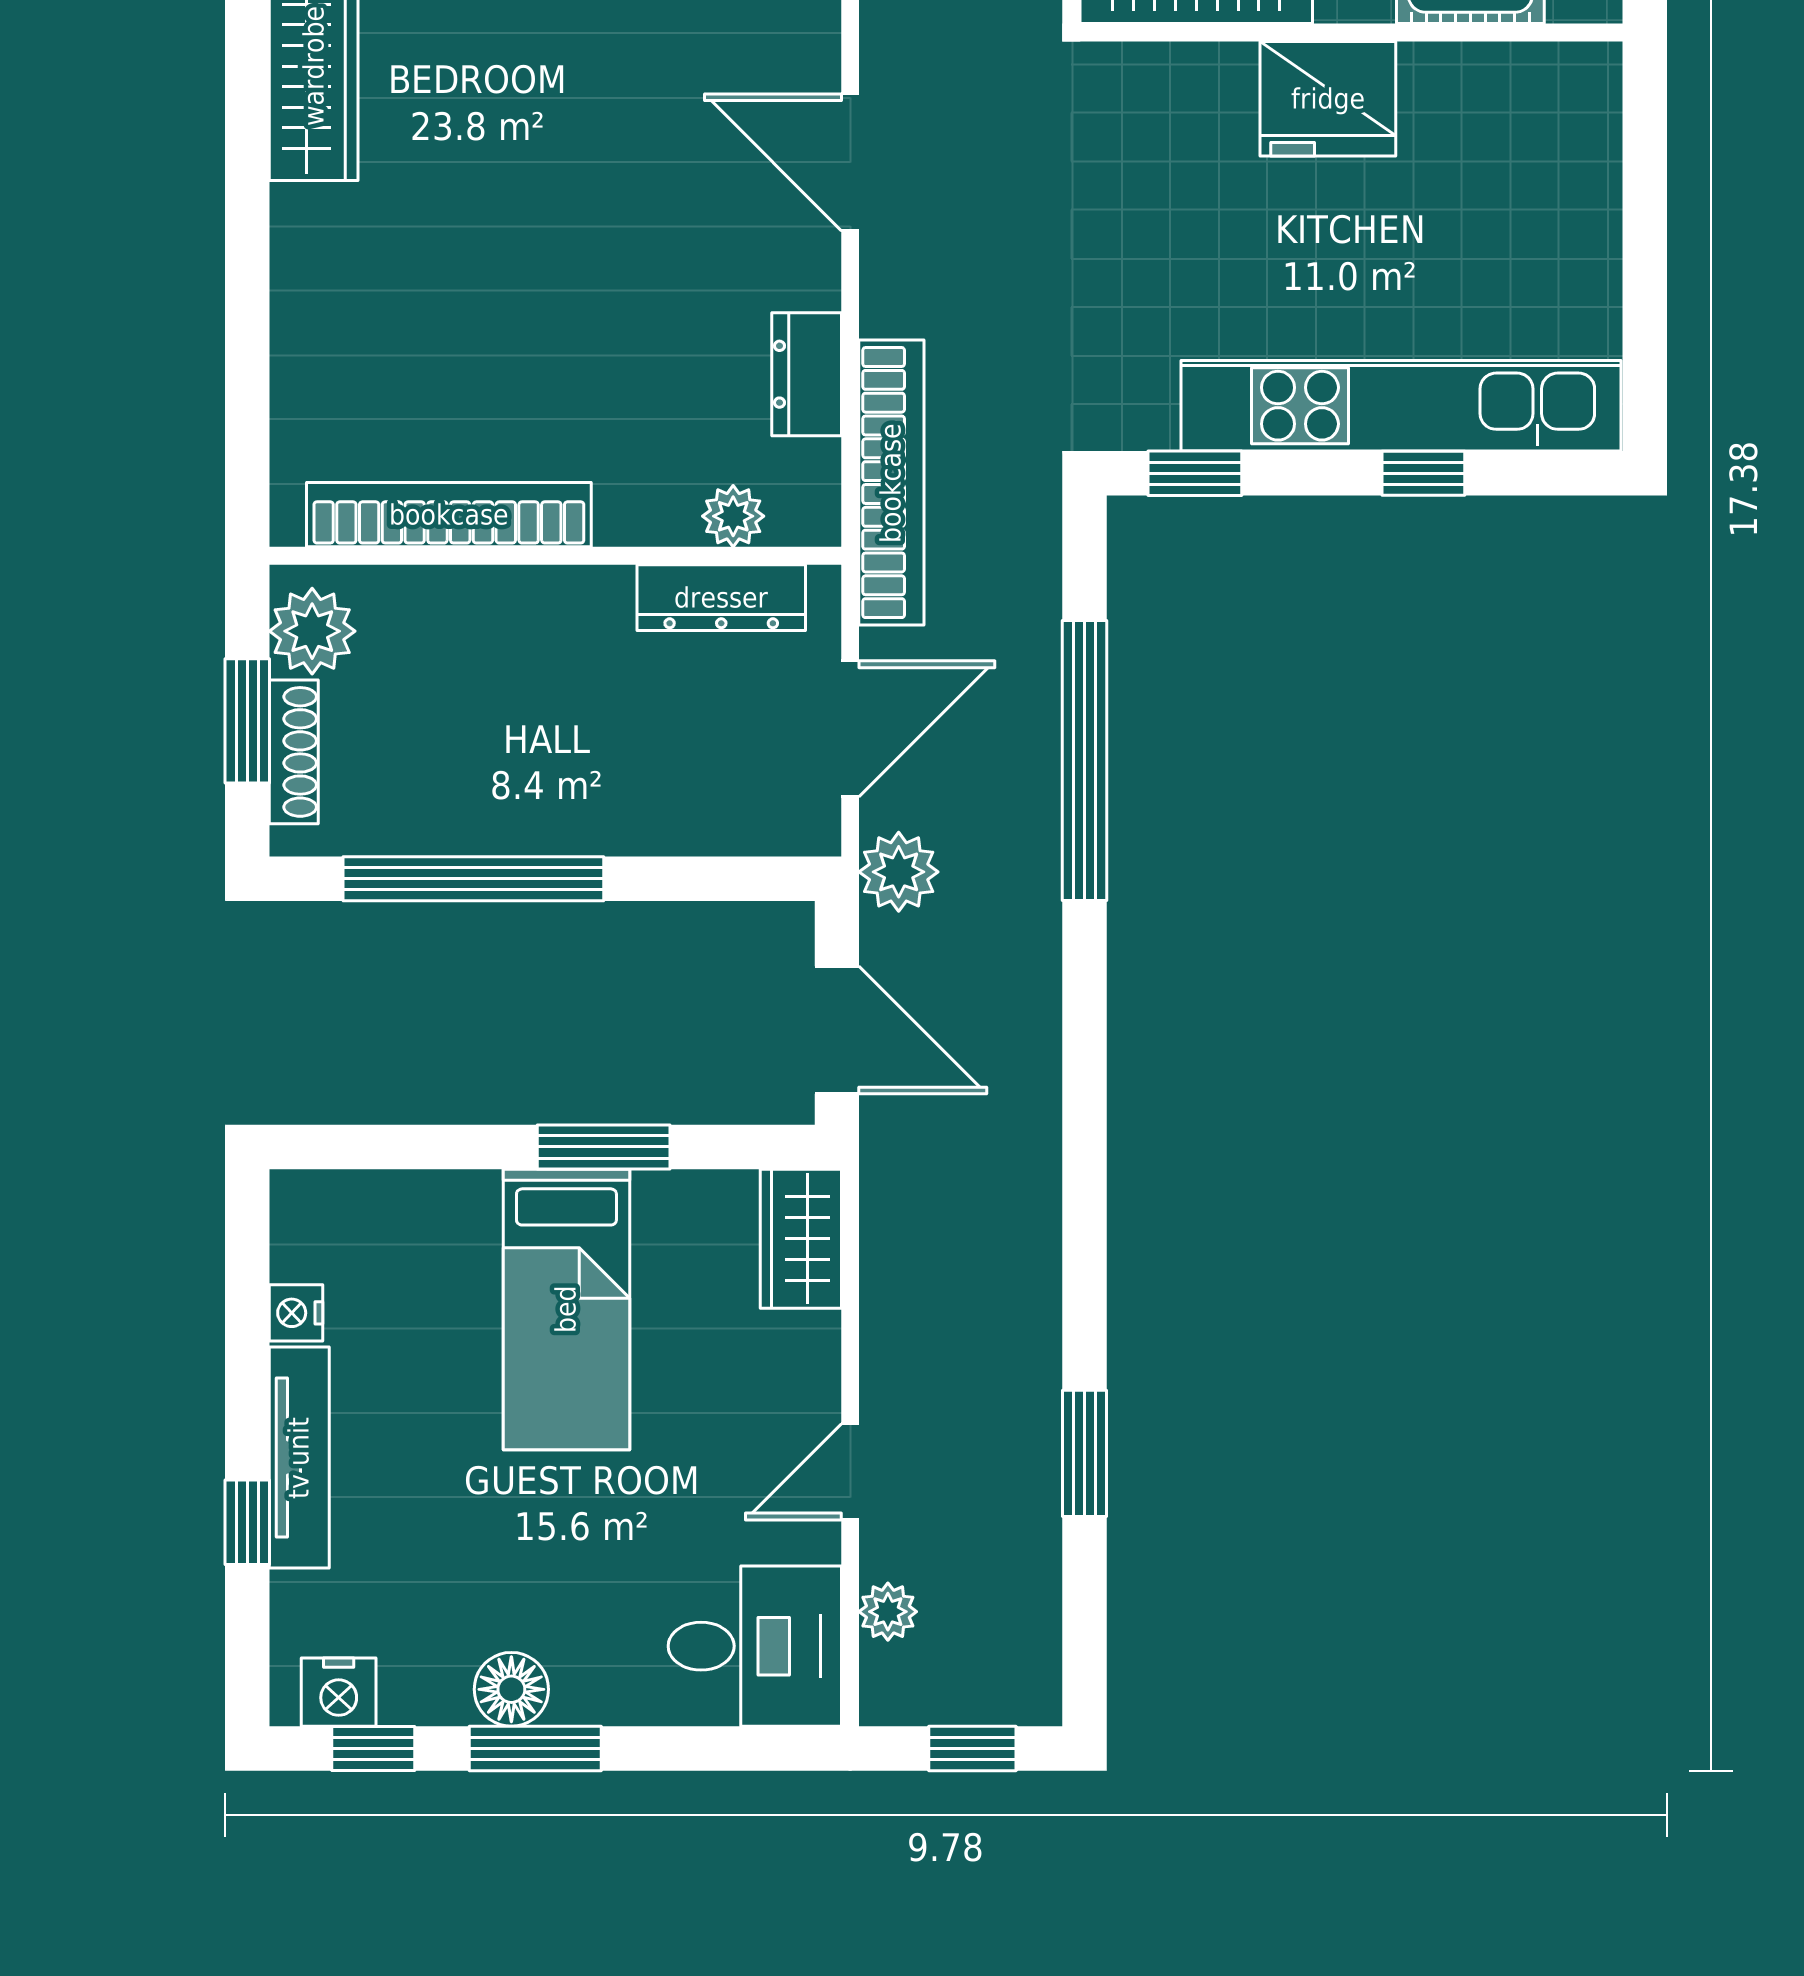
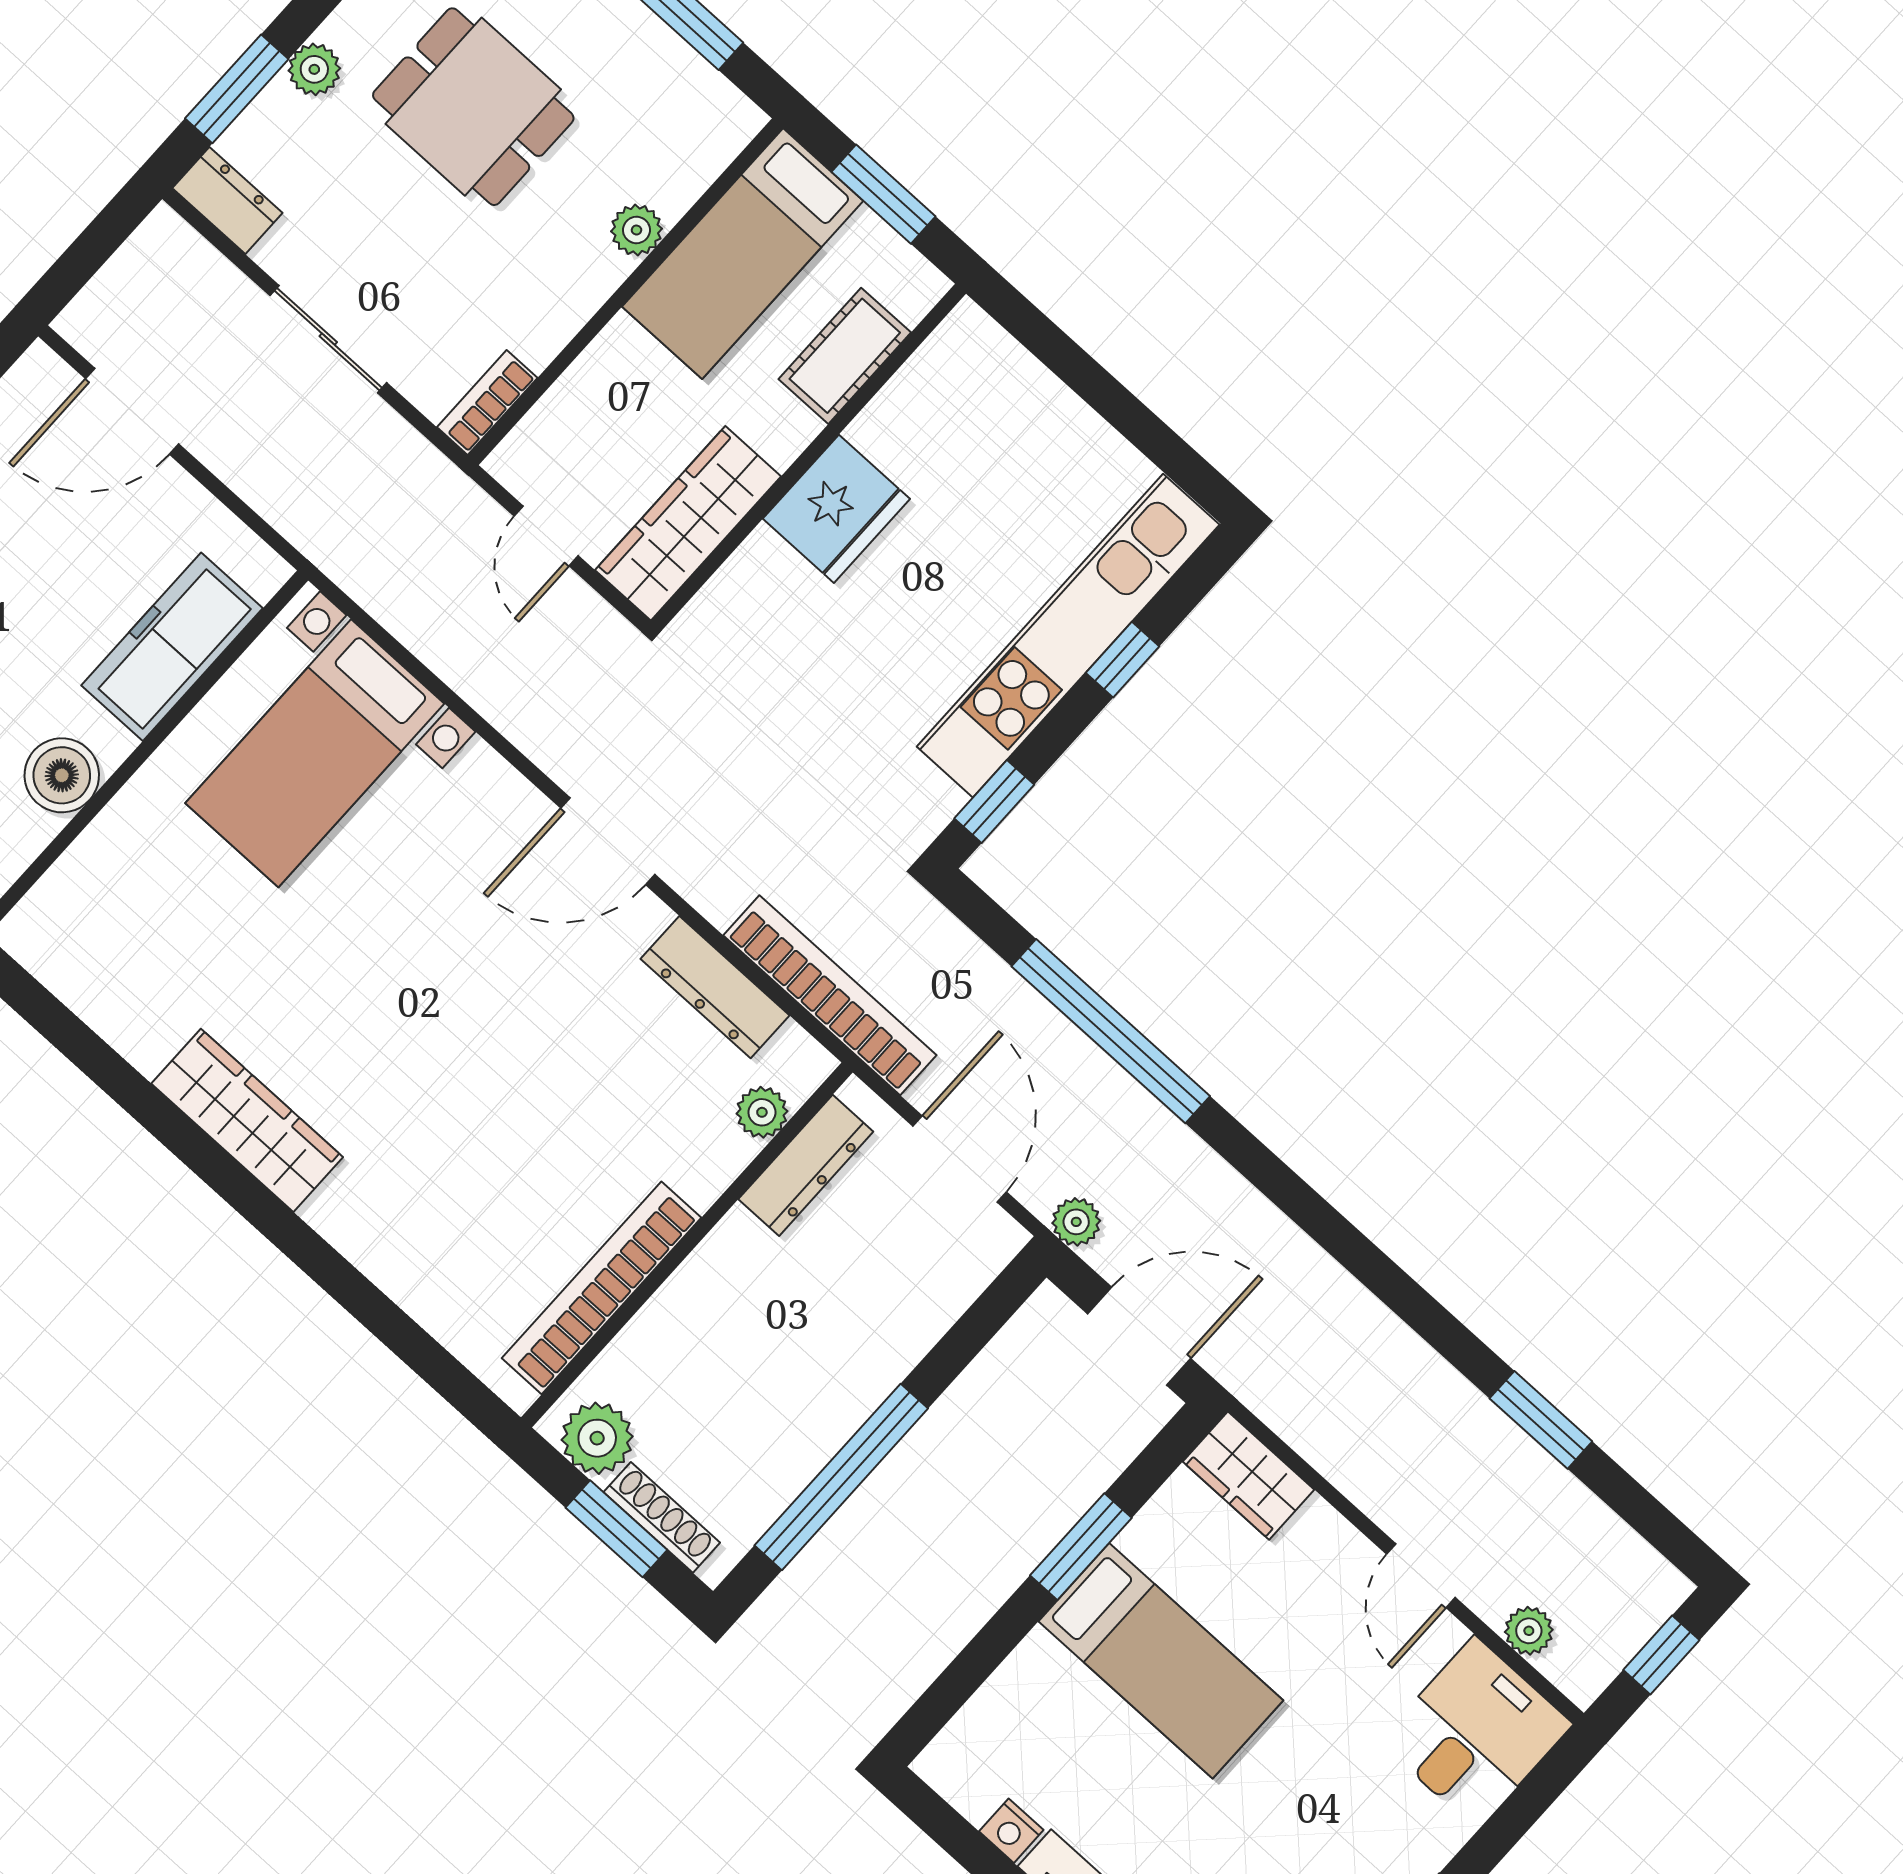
dresser: (807, 374) -> (715, 987), width x1.44
plant: (899, 872) -> (1076, 1222), width x0.73, depth x0.73

